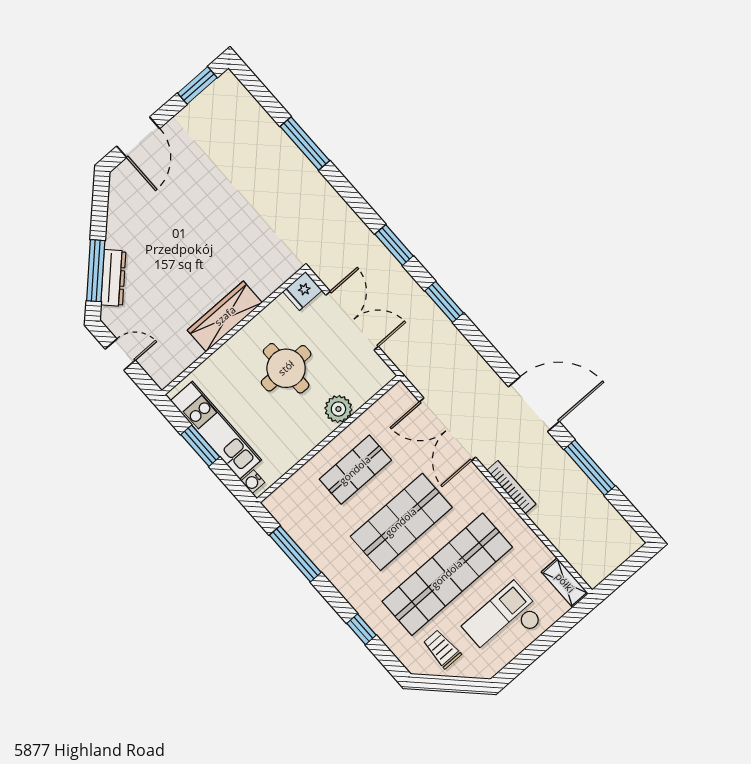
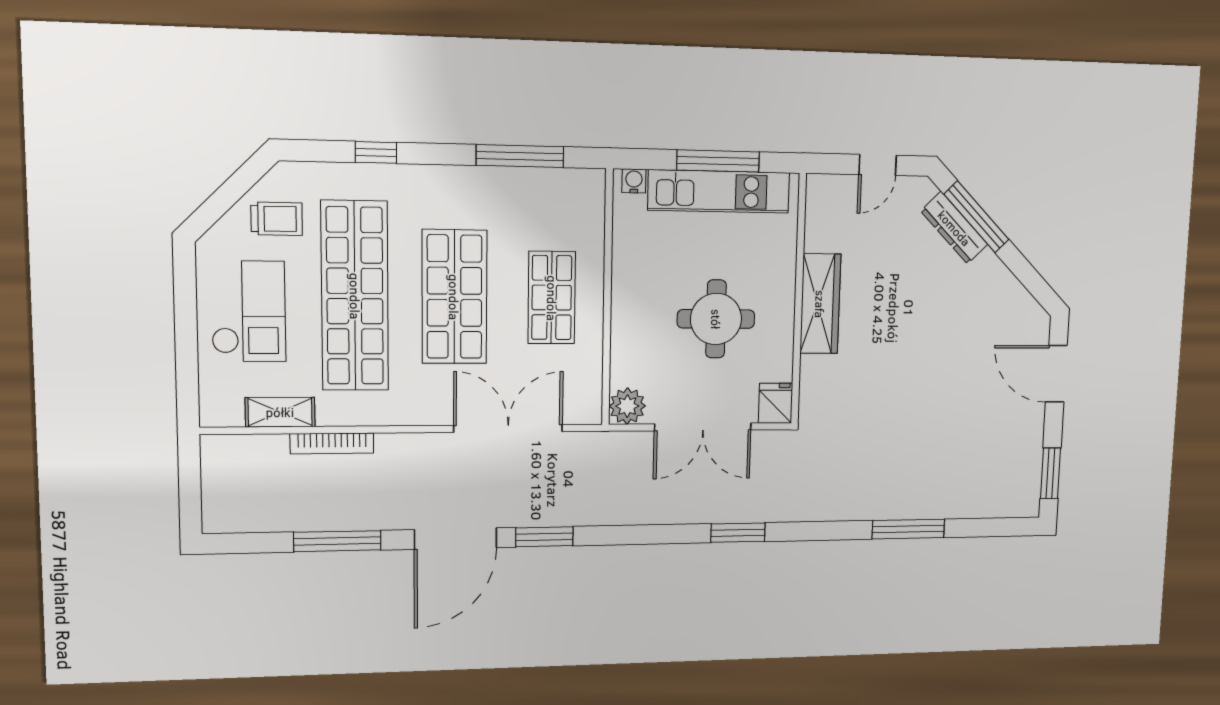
window: (444, 302) -> (544, 537), moved
plant: (338, 409) -> (627, 406), moved
window: (200, 446) -> (718, 161), width x1.44
bookcase: (511, 487) -> (332, 443), moved
shelving: (565, 583) -> (280, 412), moved

